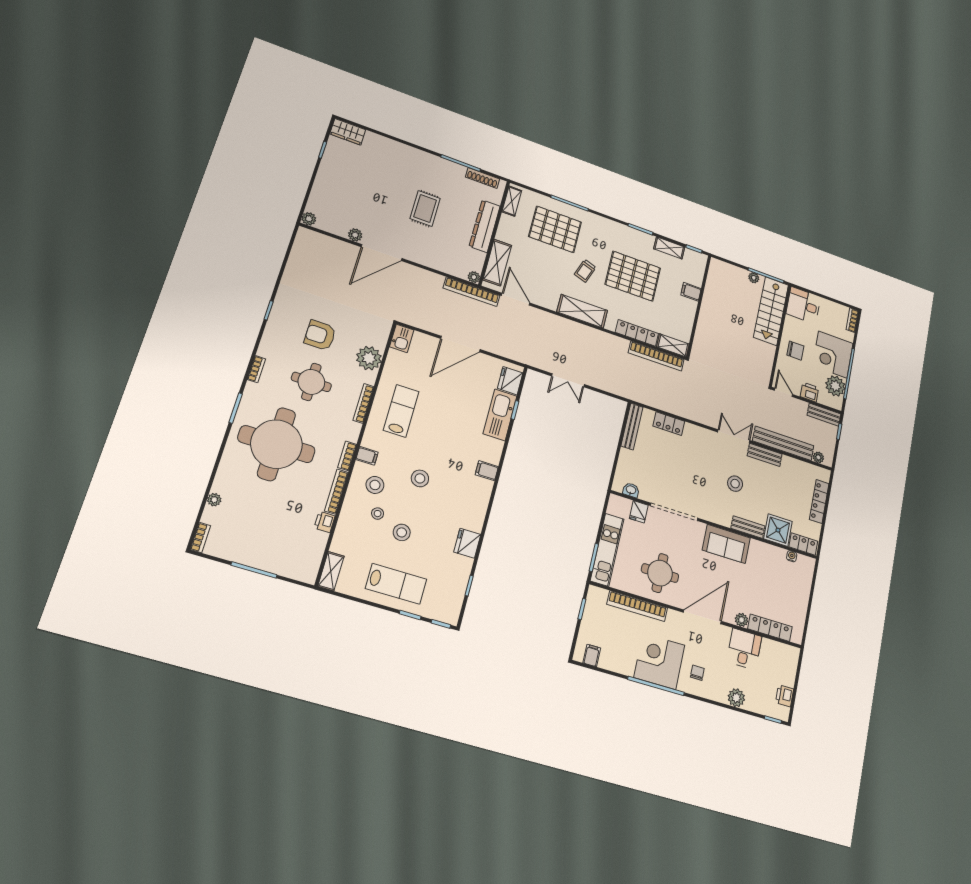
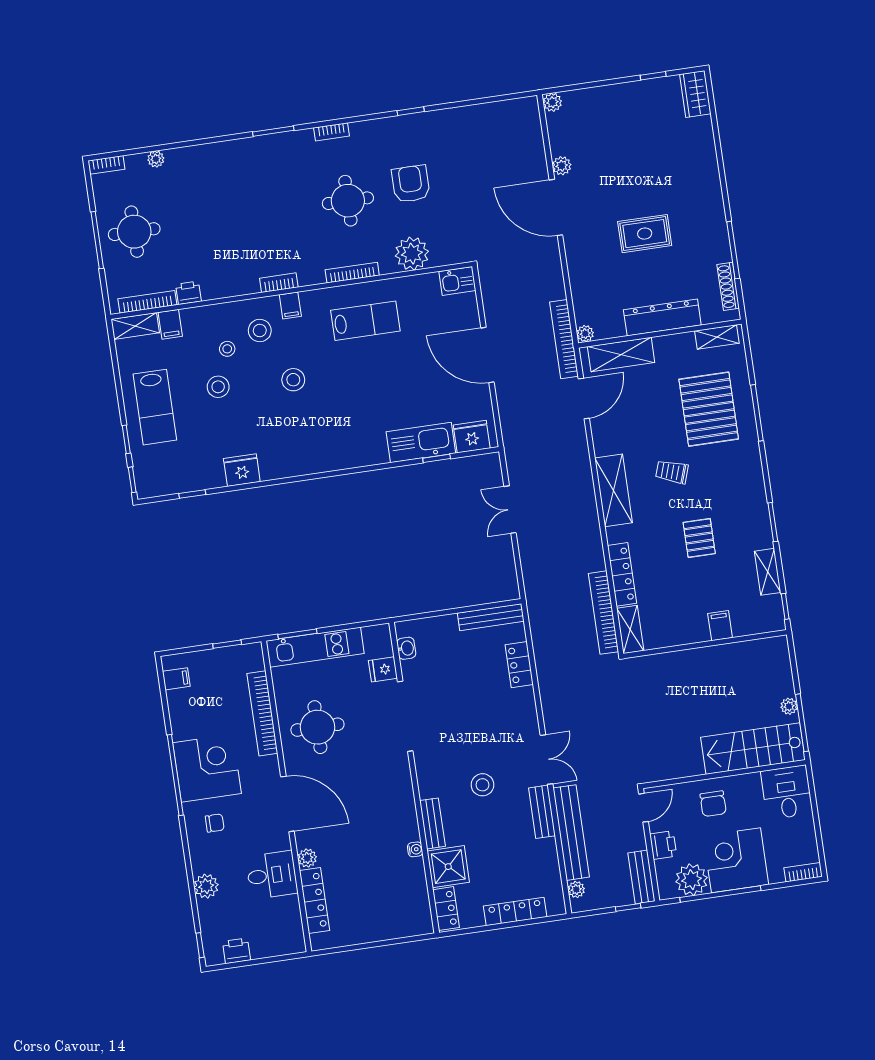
pallet: (633, 276) -> (699, 538), width x0.49, depth x0.50
round table: (277, 444) -> (134, 232), moved, width x0.54, depth x0.54
filing cabinet: (487, 471) -> (170, 324), moved, turned 180
bookcase: (336, 492) -> (147, 302), moved
sofa: (726, 544) -> (396, 802), removed
water cooler: (792, 556) -> (415, 849), moved

